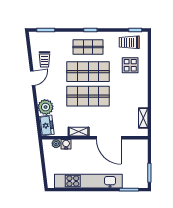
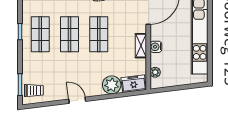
trolley: (44, 59) -> (34, 90), moved
shop shelf: (88, 72) -> (70, 34), width x0.70, depth x0.74
shop shelf: (88, 96) -> (99, 34), width x0.70, depth x0.74
water cooler: (66, 144) -> (156, 47), moved

